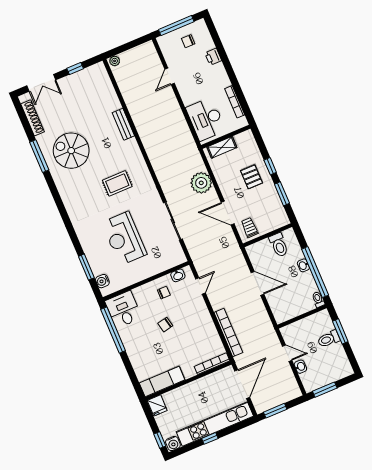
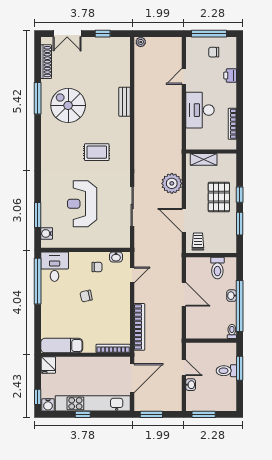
desk: (206, 119) -> (200, 110), moved
pallet: (251, 177) -> (219, 197), width x1.50, depth x1.42

